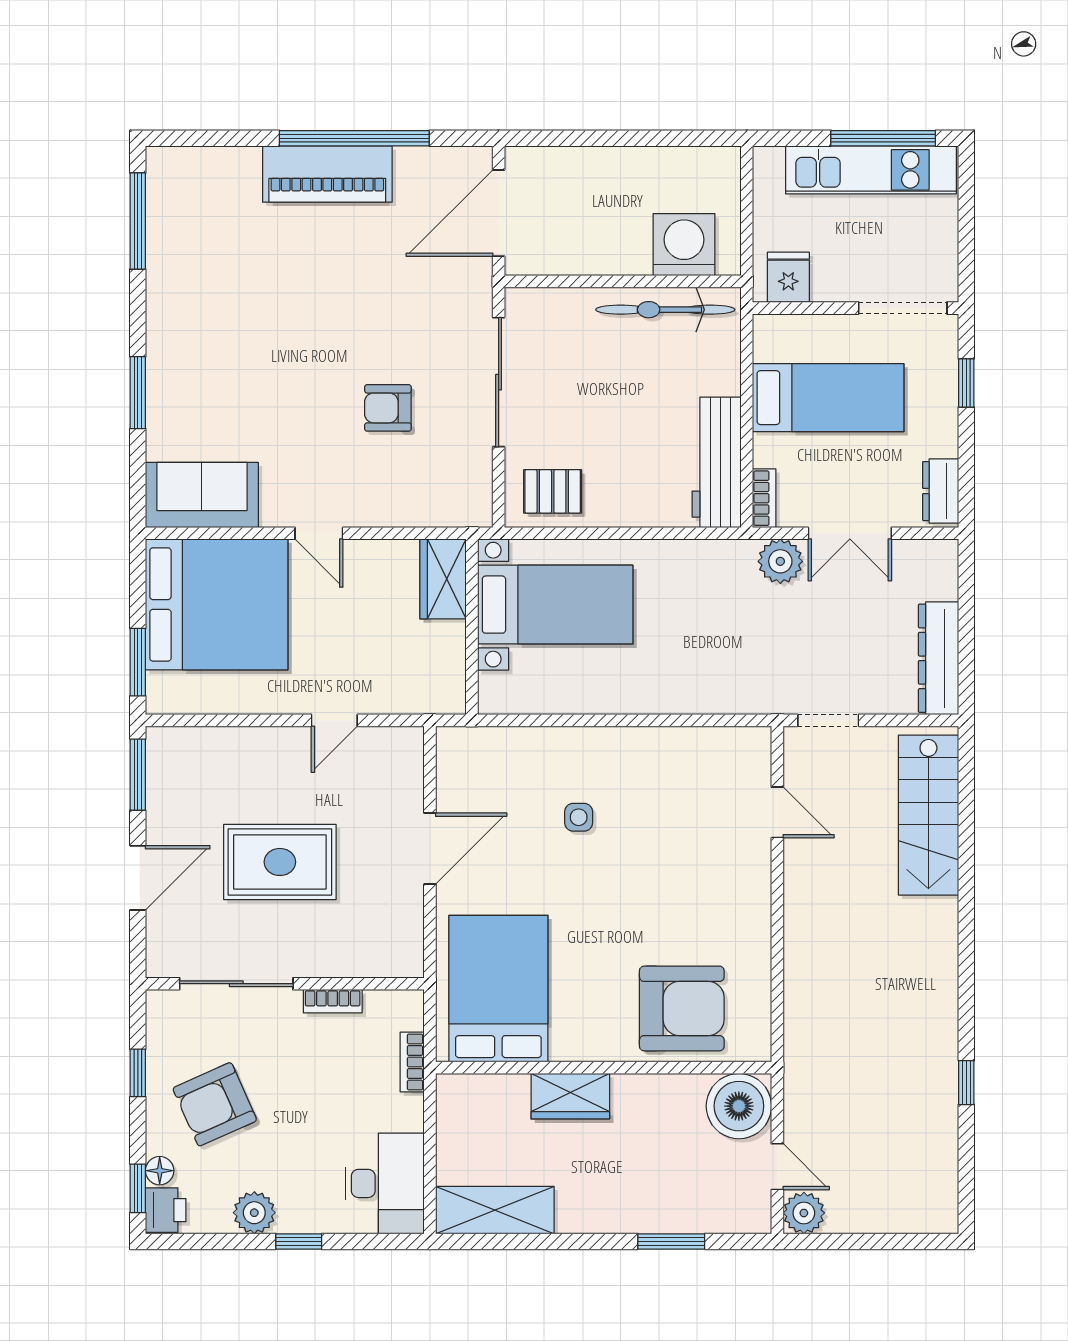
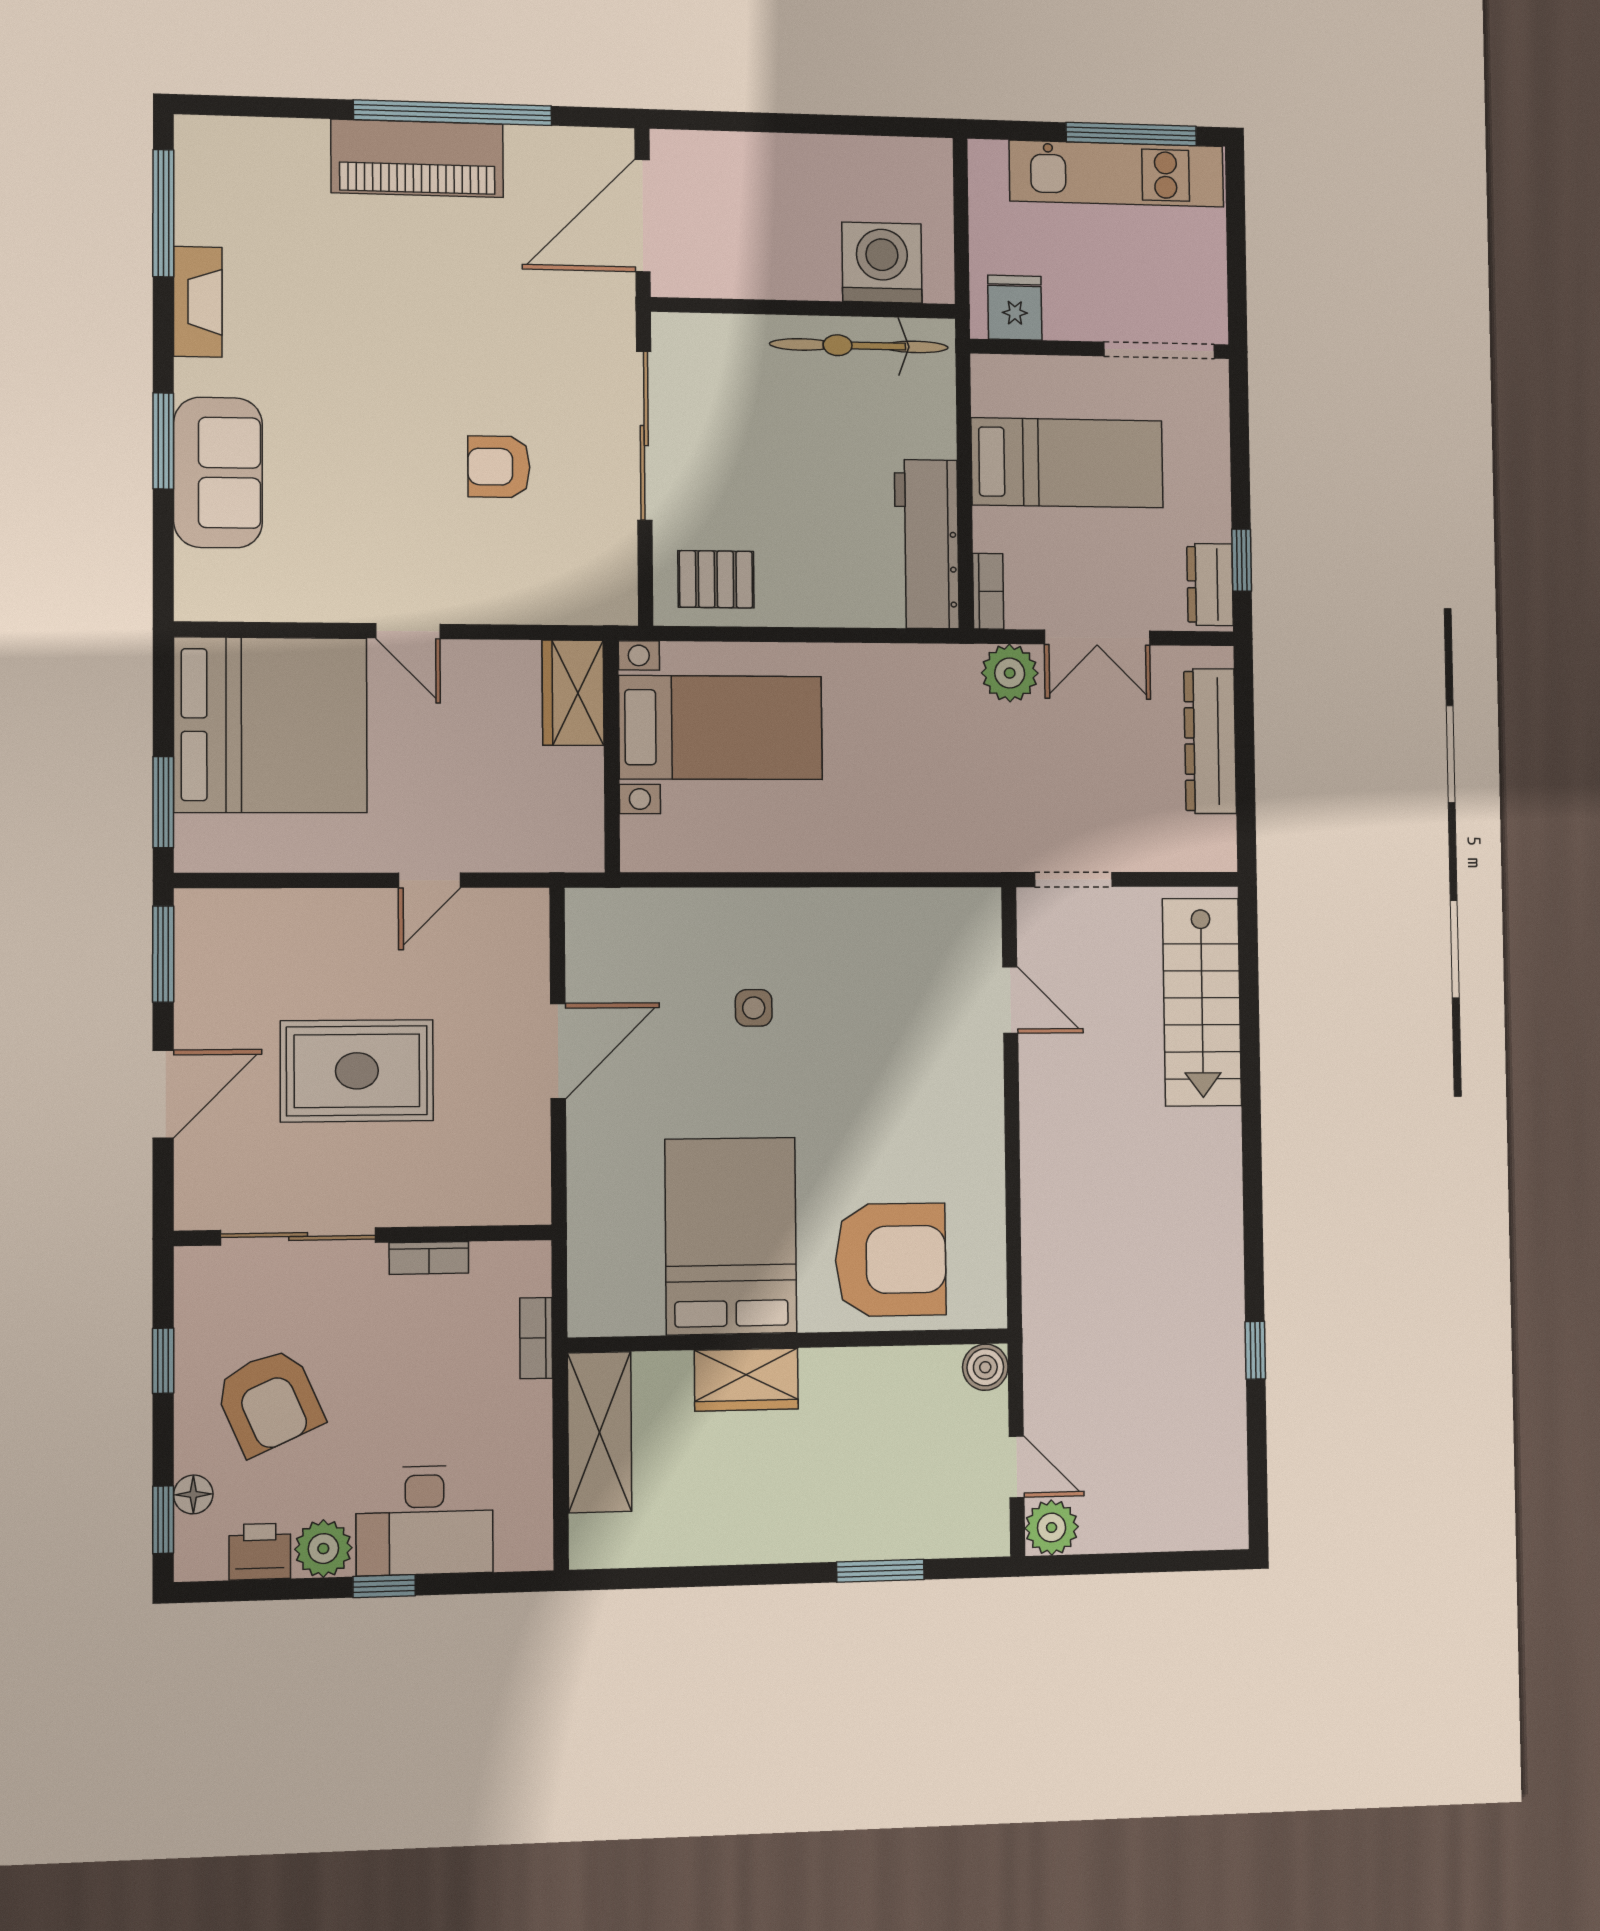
fireplace: (163, 287) -> (198, 302), added
window: (966, 383) -> (1242, 560), moved
sofa: (202, 495) -> (218, 473), moved, turned 90
dresser: (939, 658) -> (1210, 741), moved
bed: (498, 989) -> (731, 1236), moved
armchair: (215, 1104) -> (269, 1401), turned -90
boiler: (739, 1106) -> (985, 1367), width x0.54, depth x0.54
desk: (385, 1183) -> (425, 1520), moved, turned 90
printer: (166, 1210) -> (260, 1552), moved, turned -90
shelving: (495, 1210) -> (600, 1432), moved, turned 90

